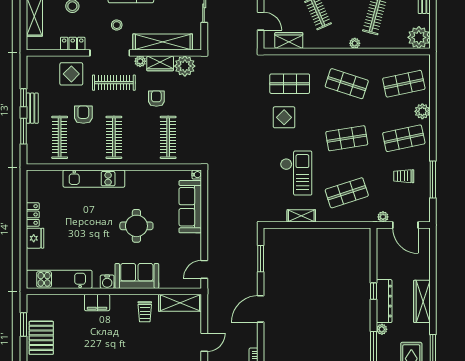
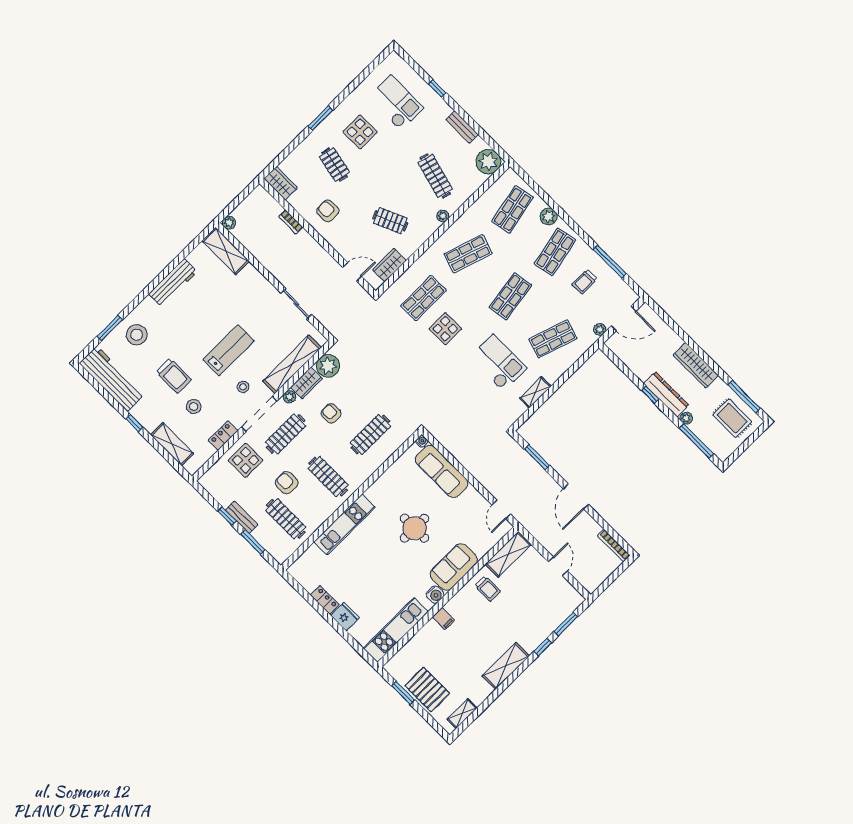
clothes rail: (168, 137) -> (370, 434), turned 90
shop shelf: (347, 193) -> (553, 339), turned 36
filing cabinet: (97, 302) -> (443, 619), width x0.50

